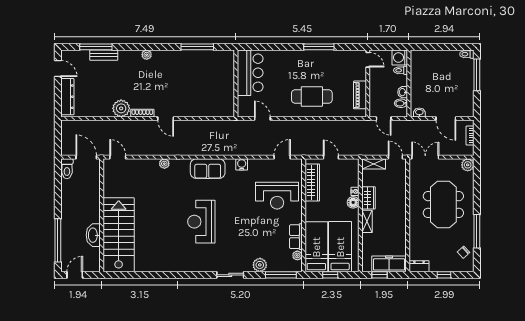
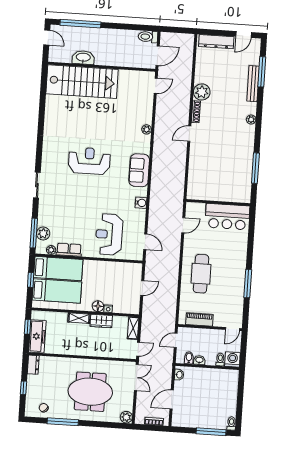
bench: (104, 55) -> (253, 84), width x1.36
wardrobe: (312, 183) -> (119, 269), removed
plant: (260, 265) -> (43, 233), moved

